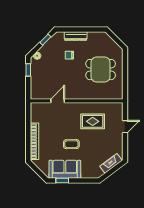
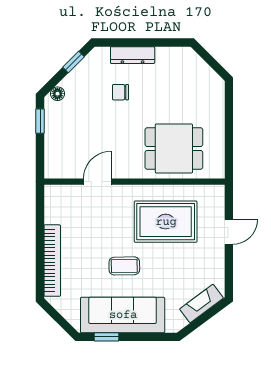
dining table: (101, 70) -> (174, 148), moved
rug: (93, 121) -> (166, 222), width x1.36, depth x1.43
sofa: (65, 169) -> (123, 315), width x1.36

